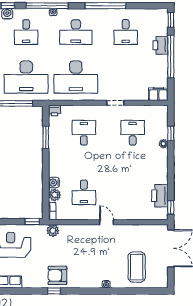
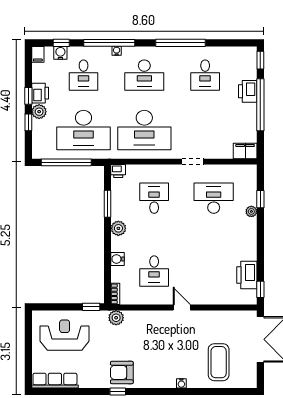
desk: (133, 133) -> (214, 198), width x1.37
plant: (55, 195) -> (118, 228), moved

